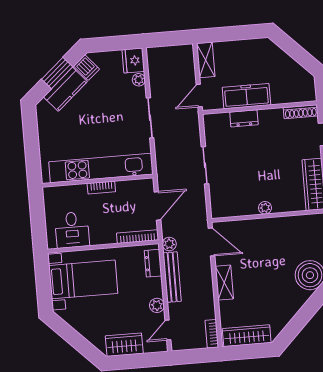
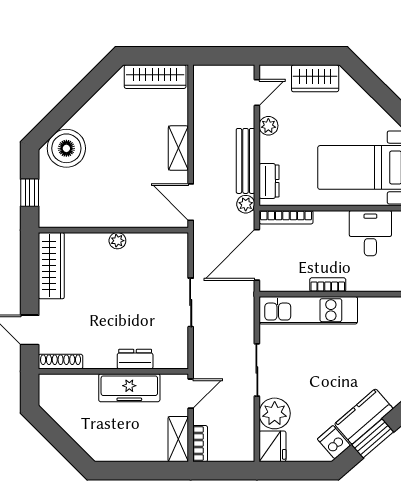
plant: (139, 80) -> (275, 413), width x1.88, depth x1.88
kitchen unit: (101, 168) -> (308, 310), width x0.73
door: (157, 206) -> (257, 255), width x1.36
bookcase: (212, 334) -> (200, 444), moved

